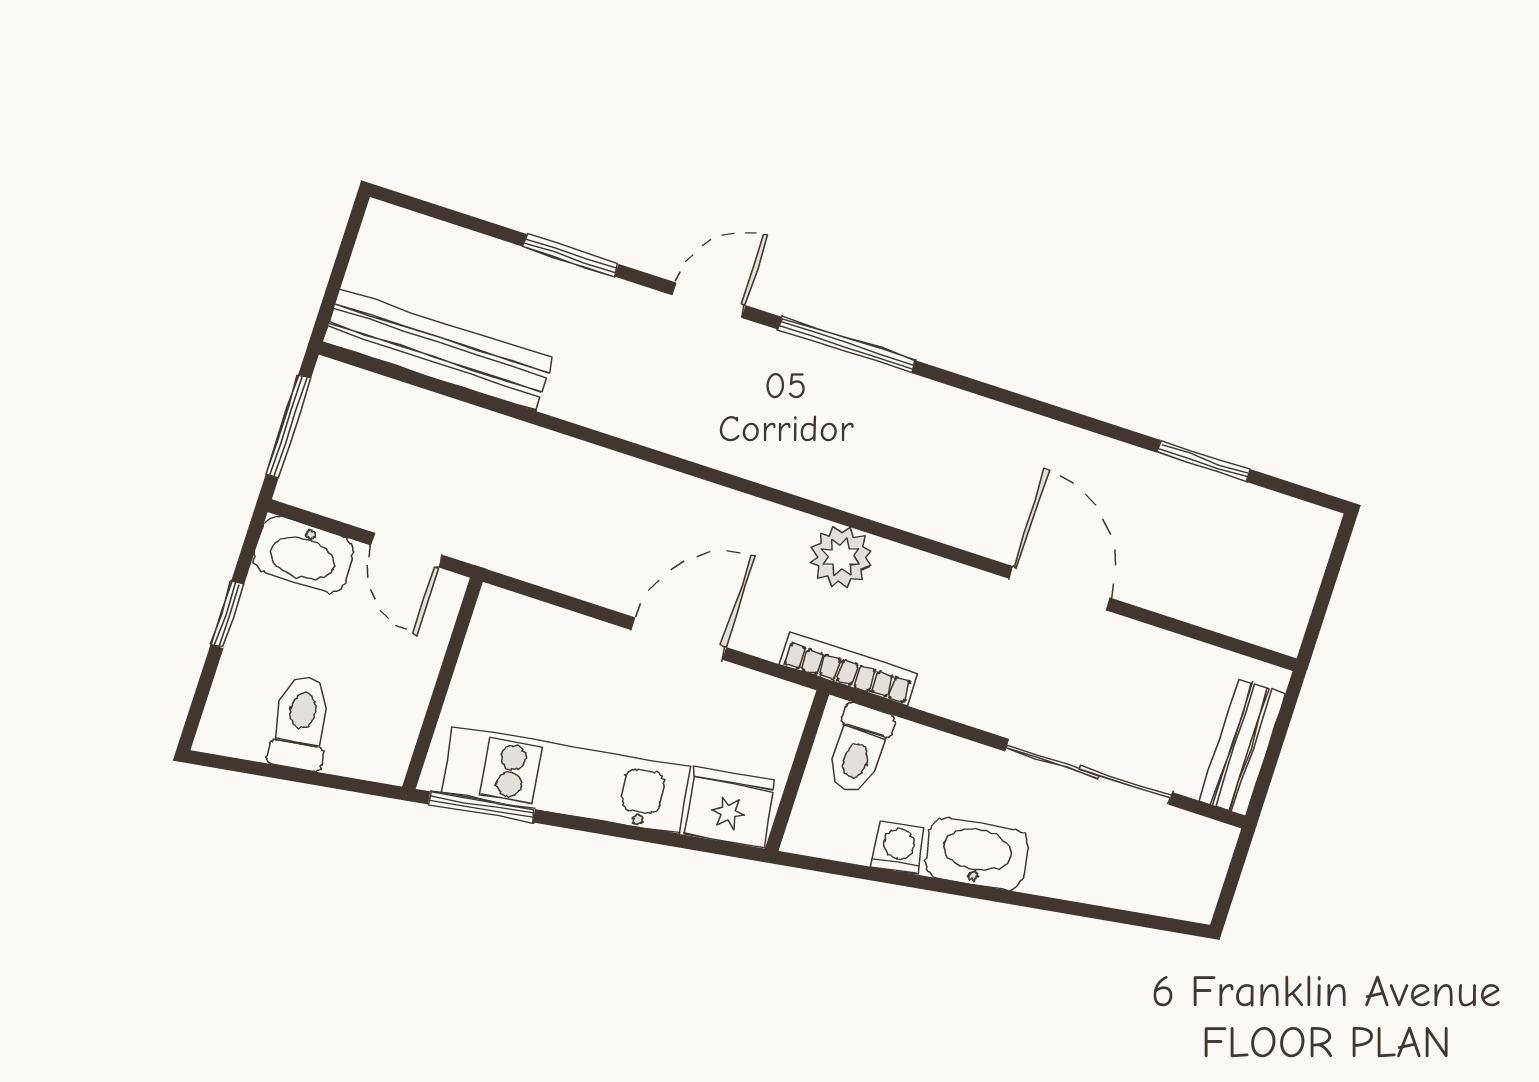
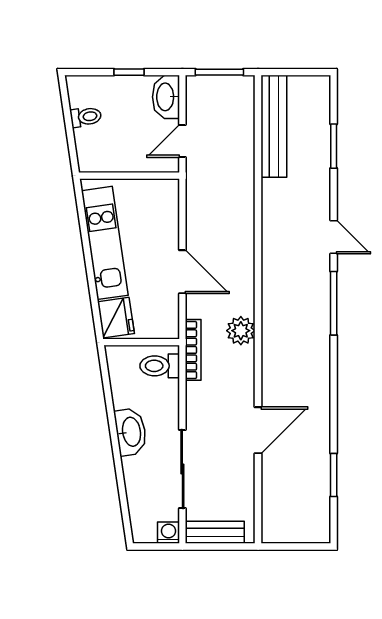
window: (570, 255) -> (334, 146), moved
toilet: (301, 723) -> (86, 117), width x0.73, depth x0.72
window: (481, 807) -> (81, 210), removed
washing machine: (898, 848) -> (168, 533), moved, turned -82

